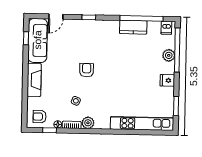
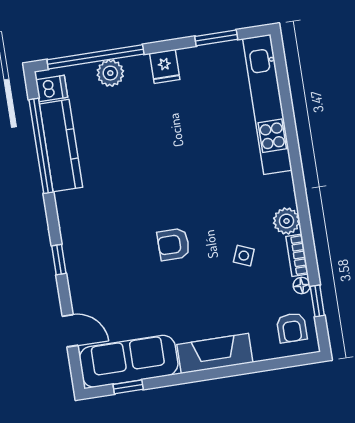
kitchen counter: (133, 27) -> (61, 146), width x1.50

